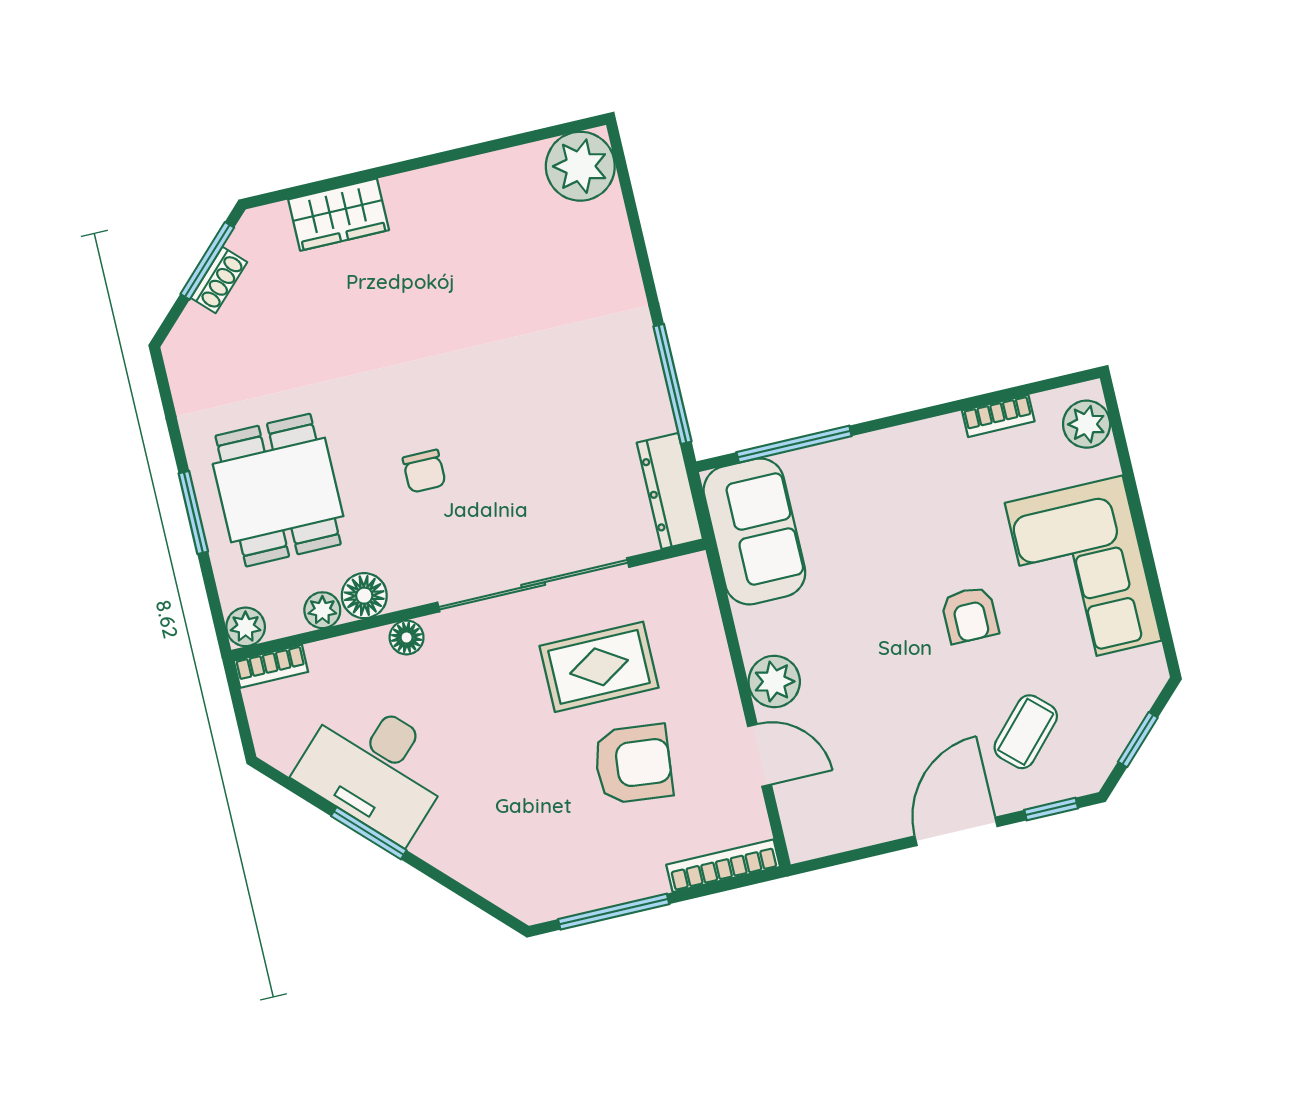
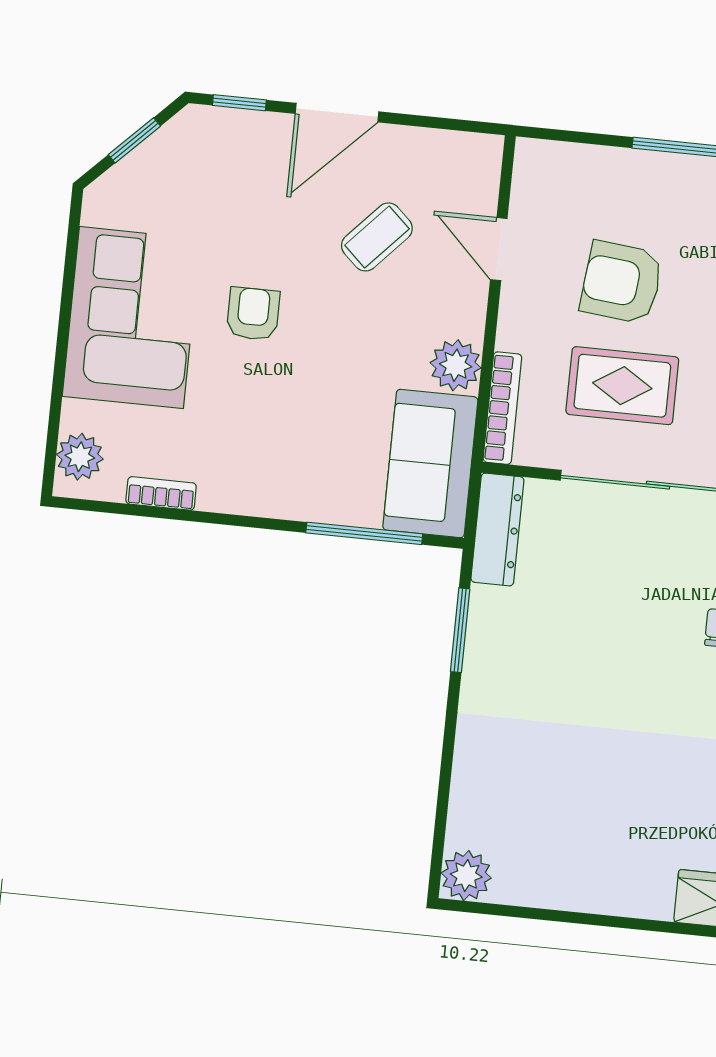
plant: (580, 166) -> (466, 876), width x0.73, depth x0.73
window: (672, 384) -> (460, 630), width x0.69
plant: (774, 682) -> (456, 365), moved
coffee table: (1026, 732) -> (377, 237), moved
bookcase: (723, 866) -> (502, 408), moved, turned -90

